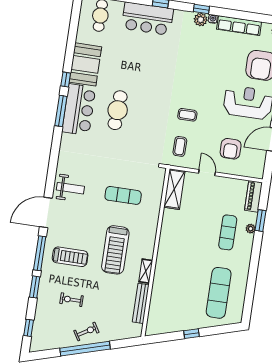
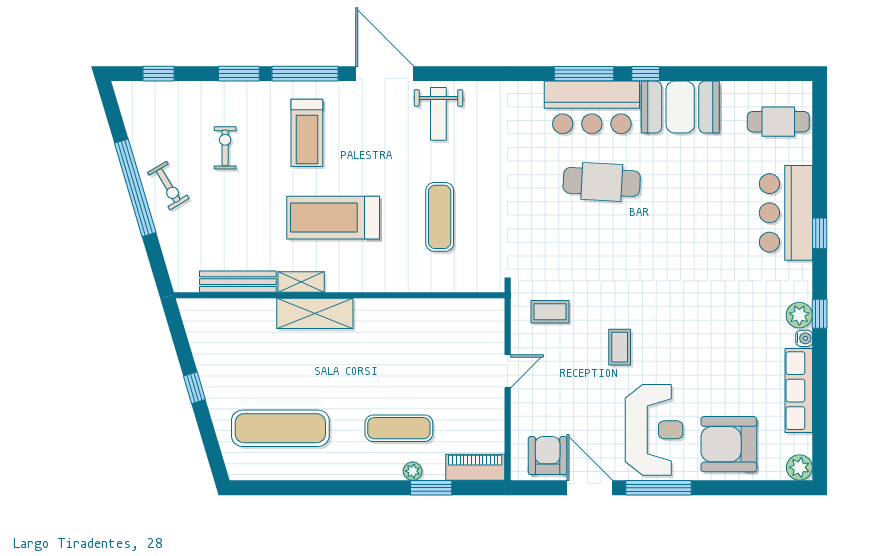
coffee table: (187, 115) -> (620, 347), moved
armchair: (231, 149) -> (548, 456), moved, turned 90
shelving: (174, 189) -> (315, 313), moved

